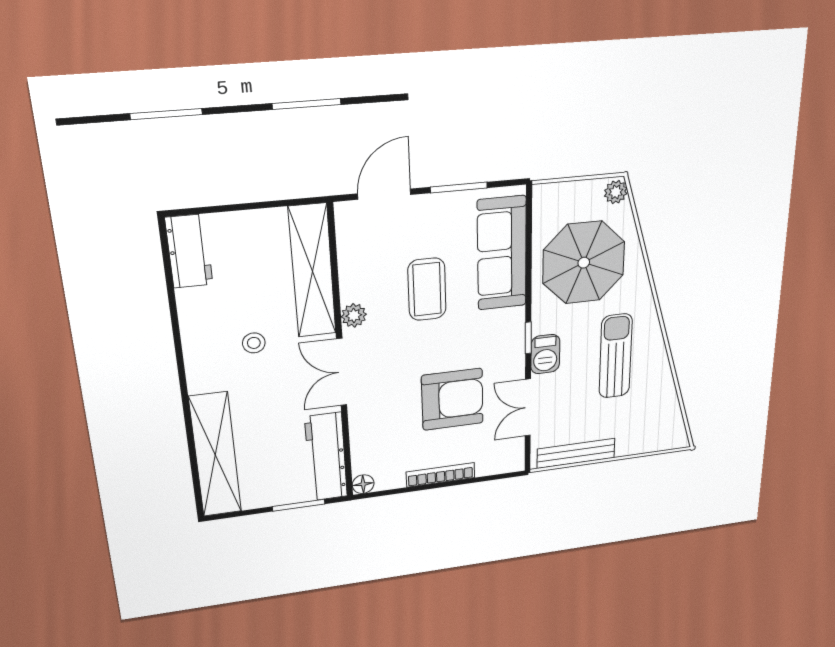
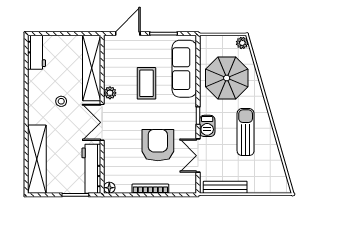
armchair: (452, 399) -> (158, 145), turned -90

